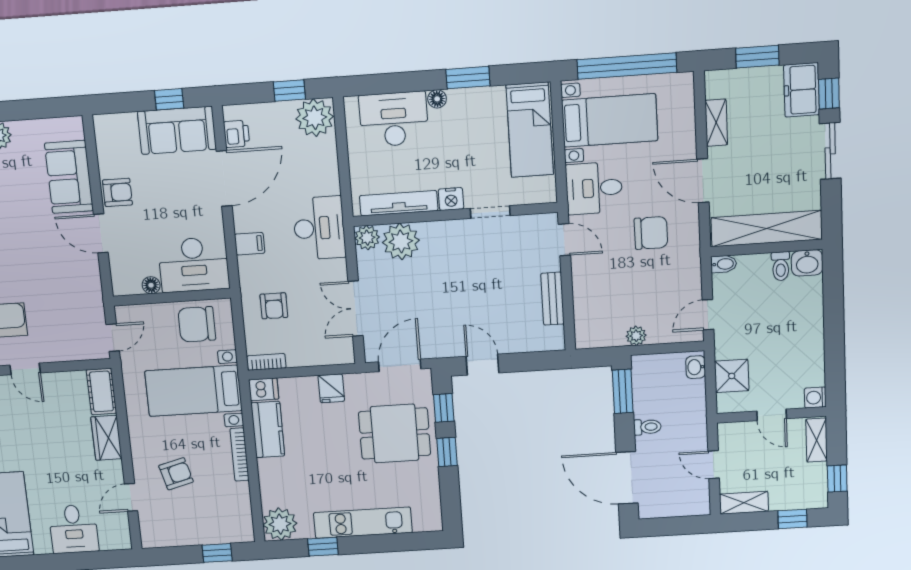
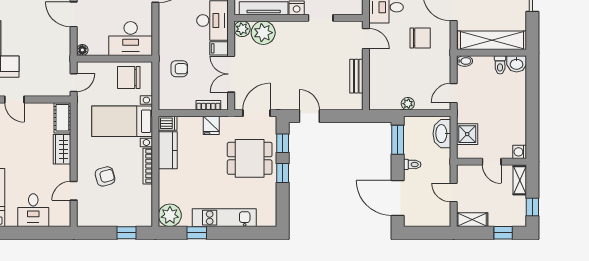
filing cabinet: (250, 244) -> (219, 48), moved, turned 180
floor lamp: (151, 285) -> (82, 50), moved
armchair: (274, 306) -> (179, 69), turned -90
bookcase: (266, 362) -> (208, 105), moved
washbasin: (696, 367) -> (442, 134), width x1.91, depth x1.45

